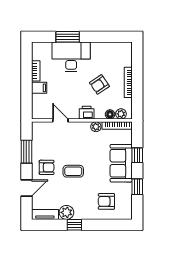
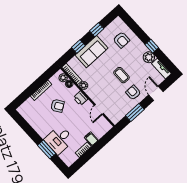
desk: (71, 57) -> (59, 140), width x0.73
door: (26, 188) -> (156, 93), hinge flipped

